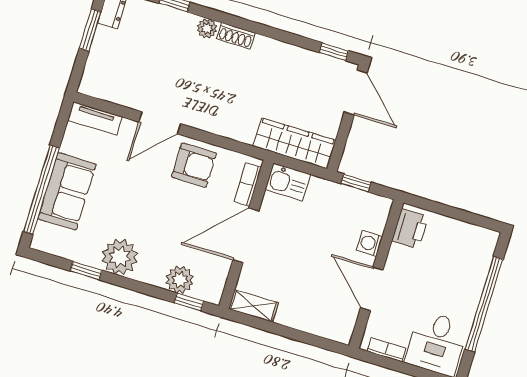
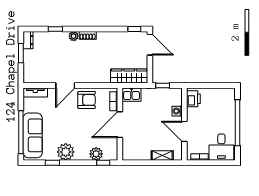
sofa: (67, 191) -> (33, 135), width x1.36
shelving: (253, 306) -> (162, 156), moved

